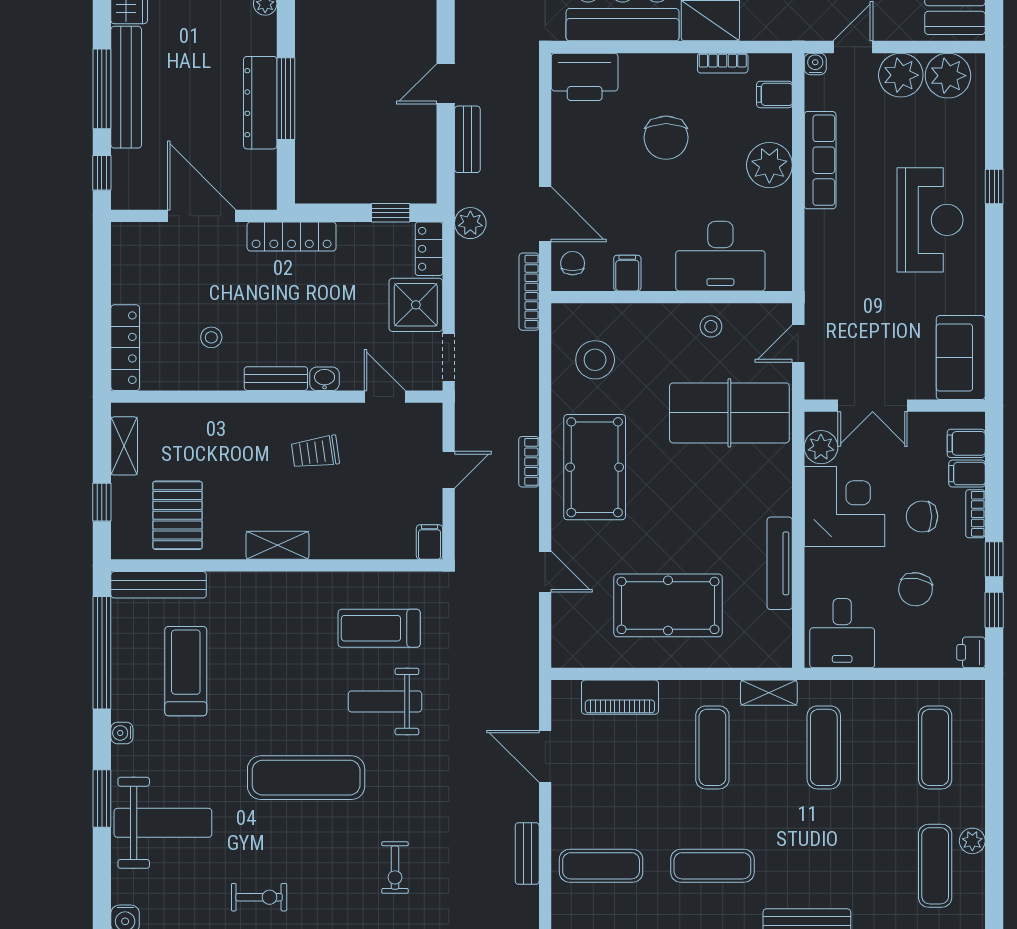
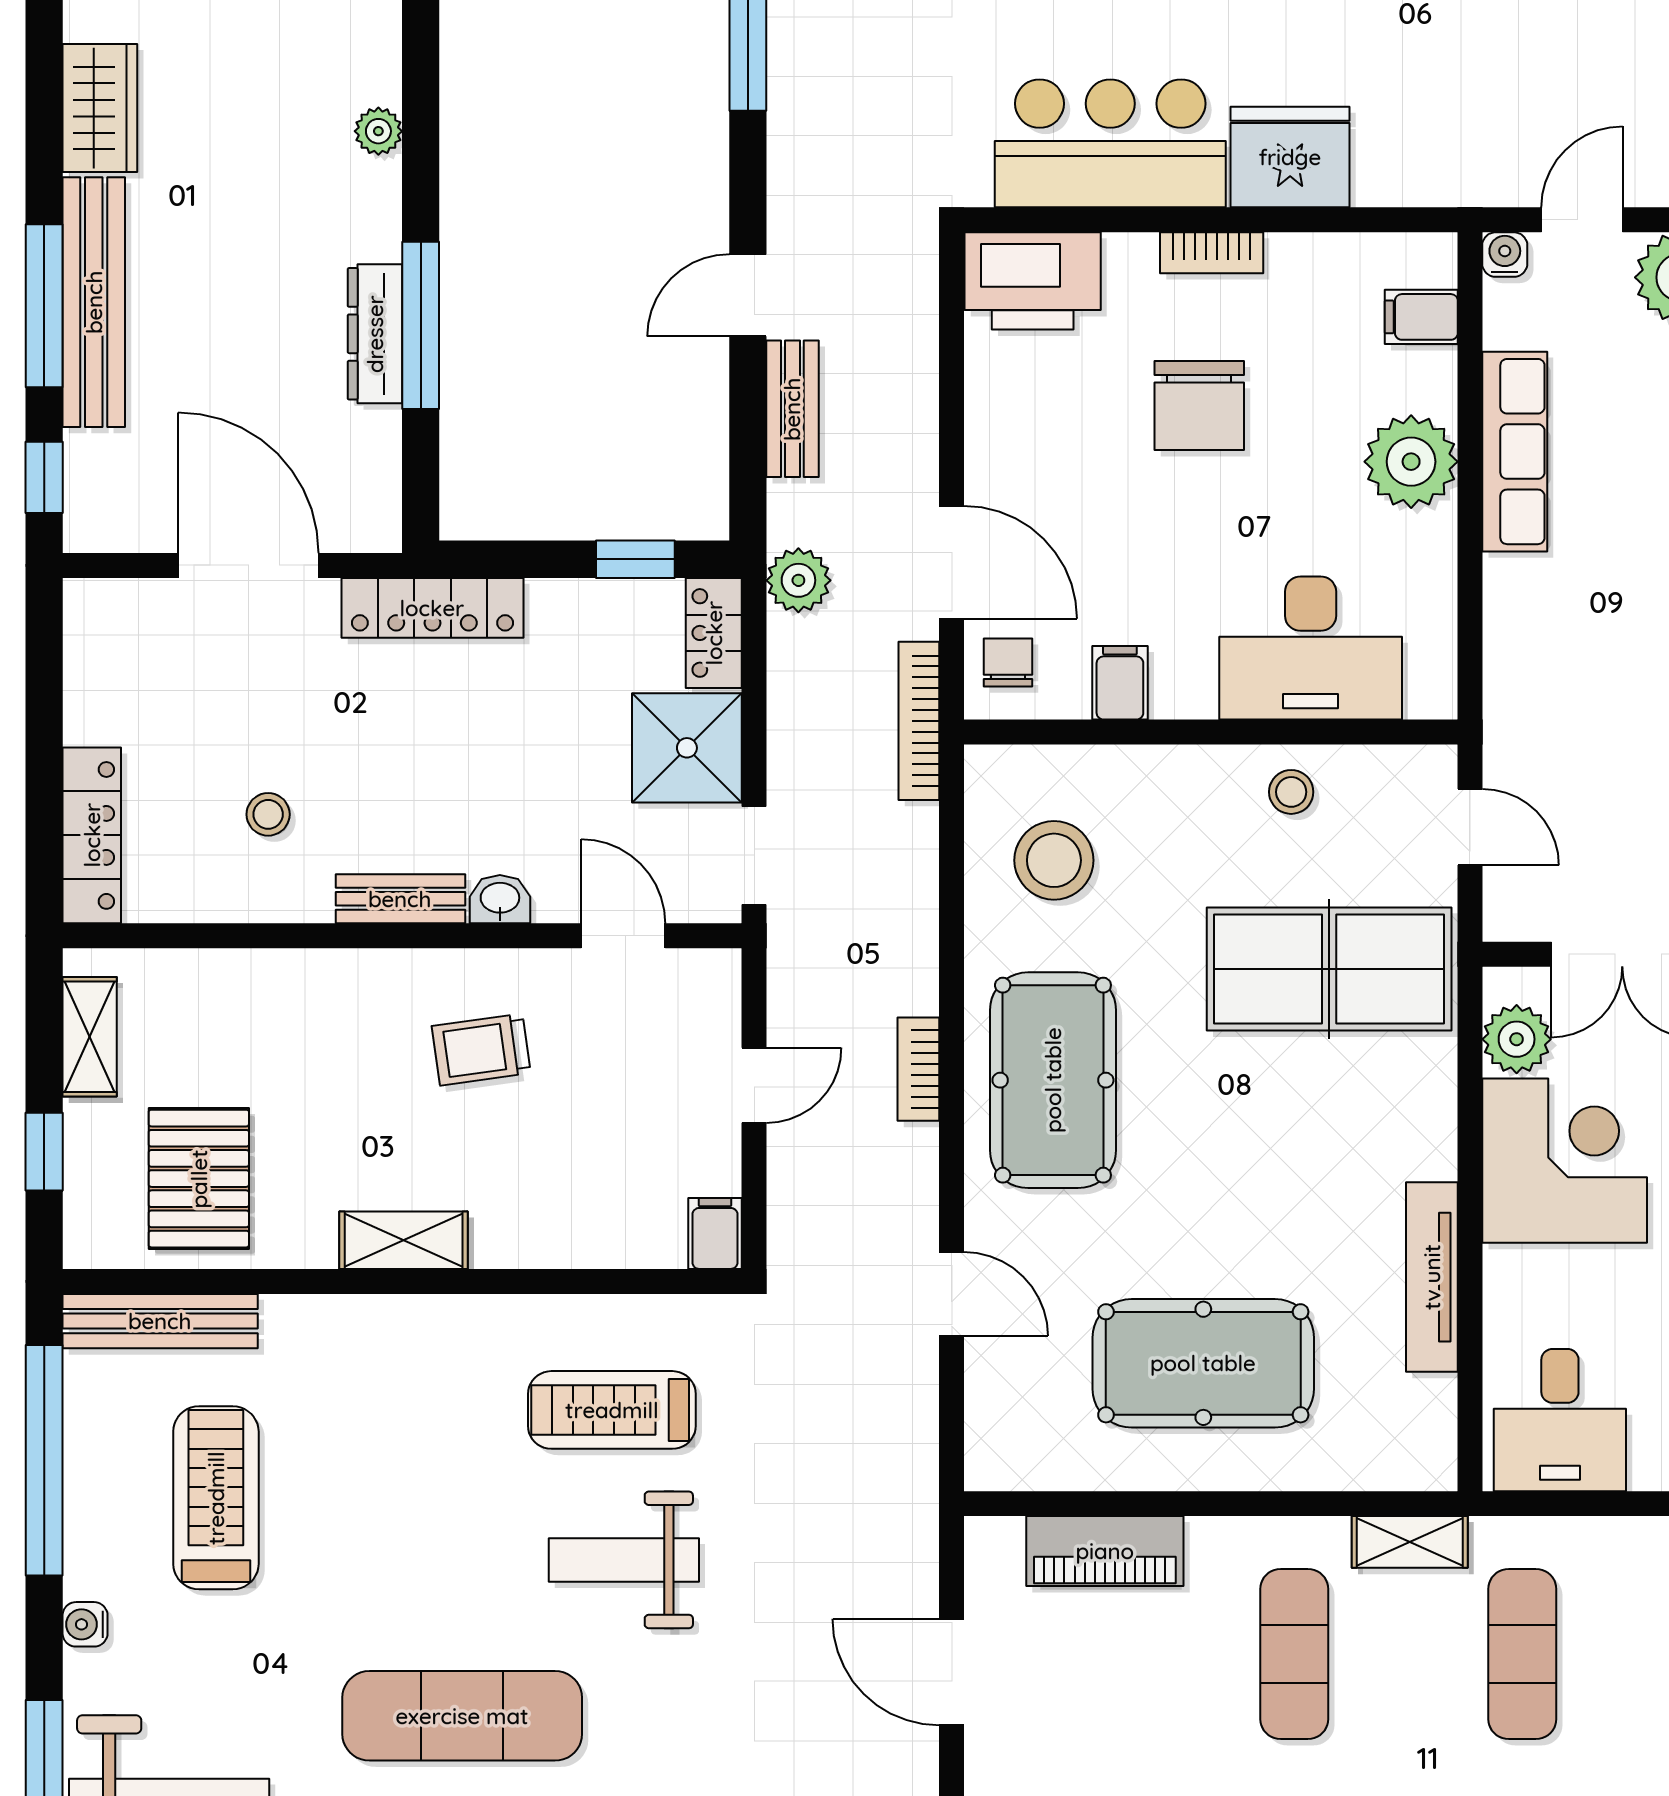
bookcase: (723, 63) -> (1212, 253), moved
dresser: (260, 103) -> (375, 334), width x0.73, depth x0.80
door: (798, 344) -> (1470, 827), swing flipped

